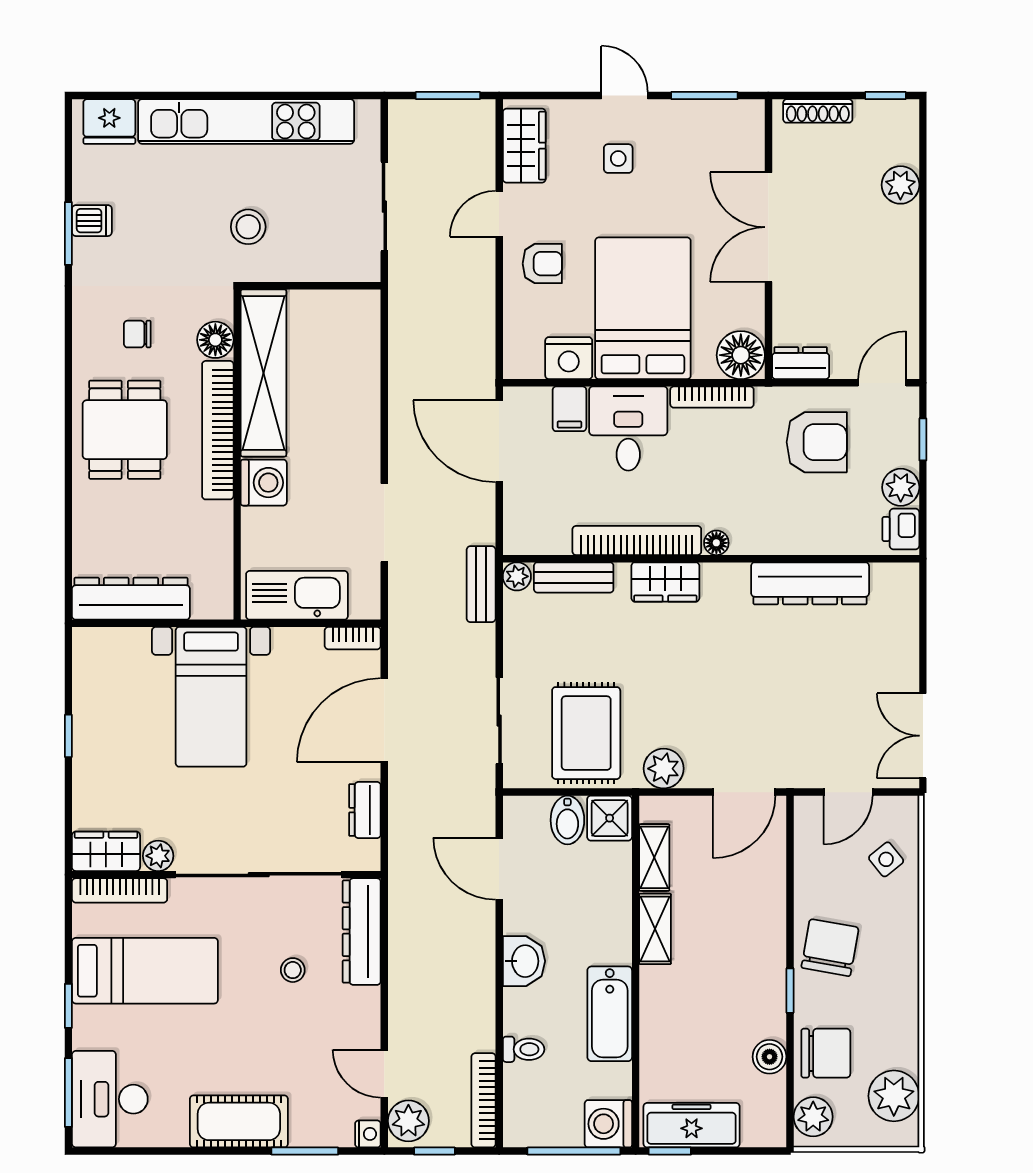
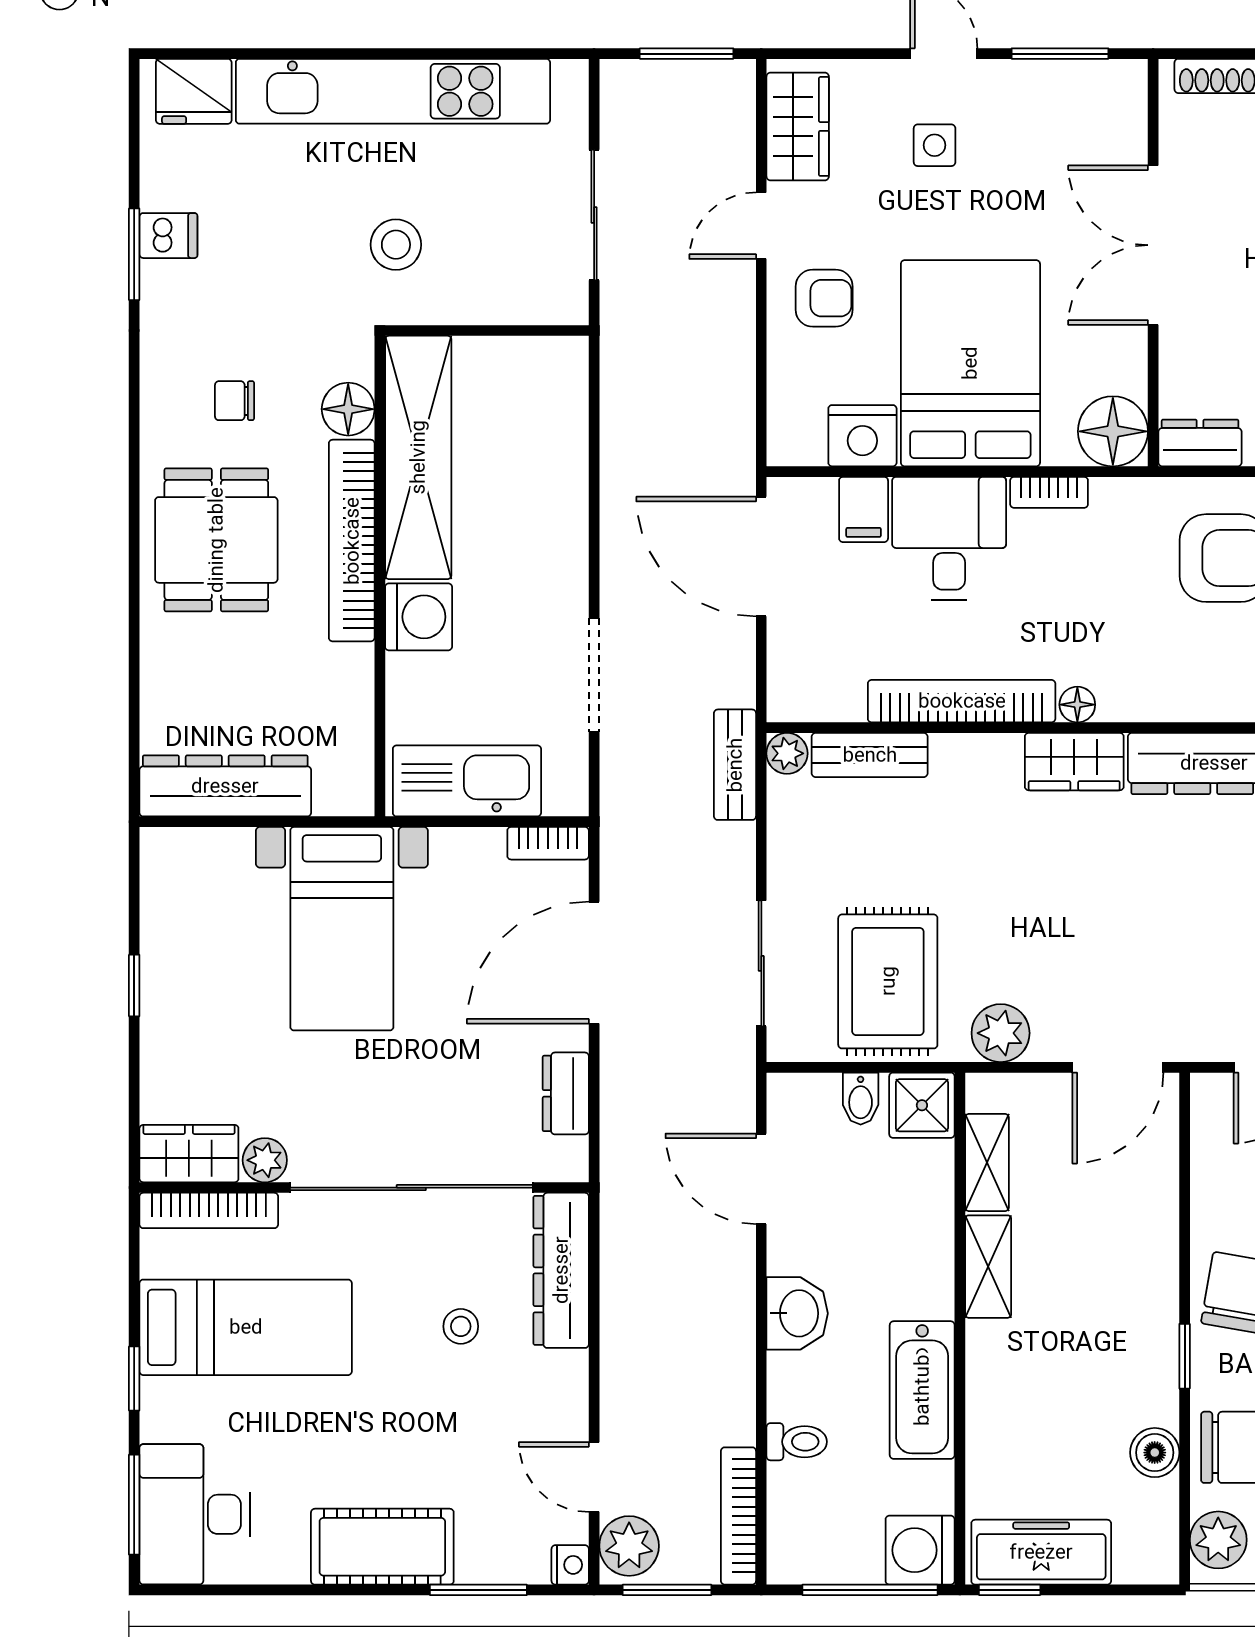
bookcase: (712, 397) -> (1049, 492), width x0.64
wardrobe: (665, 582) -> (1074, 762), moved
bidet: (567, 820) -> (861, 1099), width x0.72, depth x0.74
window: (434, 1151) -> (667, 1590), width x1.50

